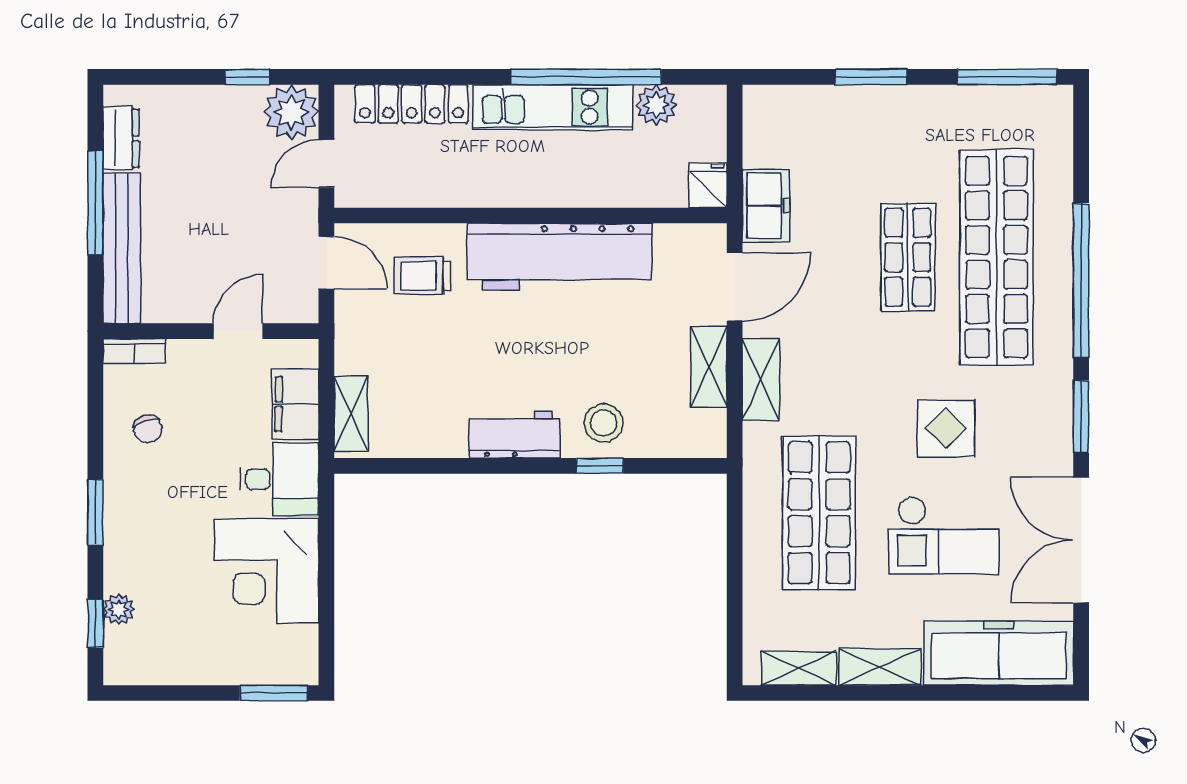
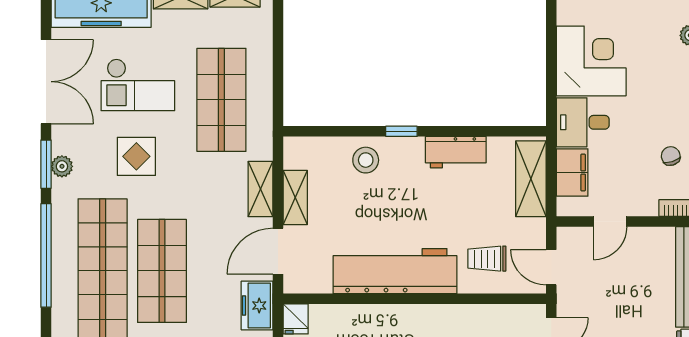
shop shelf: (908, 257) -> (162, 271), width x1.43, depth x1.36
trolley: (422, 276) -> (487, 259), turned 180
plant: (1057, 413) -> (62, 166), added
shelving: (351, 414) -> (531, 179), width x1.50, depth x1.33
workbench: (514, 435) -> (456, 152), moved
window: (600, 466) -> (401, 131), moved
checkout: (944, 535) -> (138, 85), turned 180

